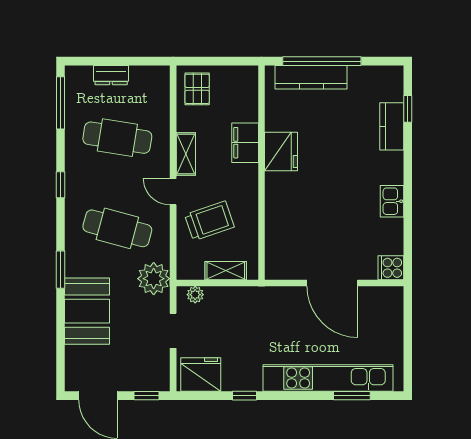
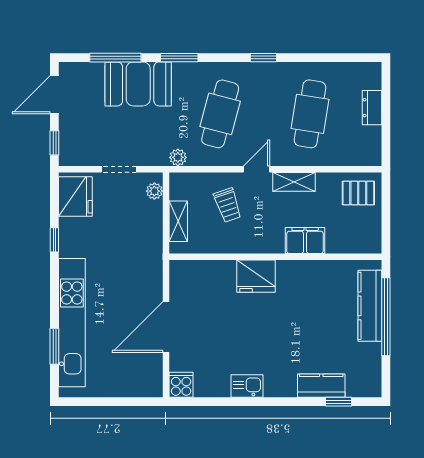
window: (61, 103) -> (115, 58), moved
fridge: (281, 152) -> (256, 276), moved
trolley: (209, 221) -> (228, 205), width x0.73, depth x0.72
plant: (154, 279) -> (178, 157), width x0.53, depth x0.53

